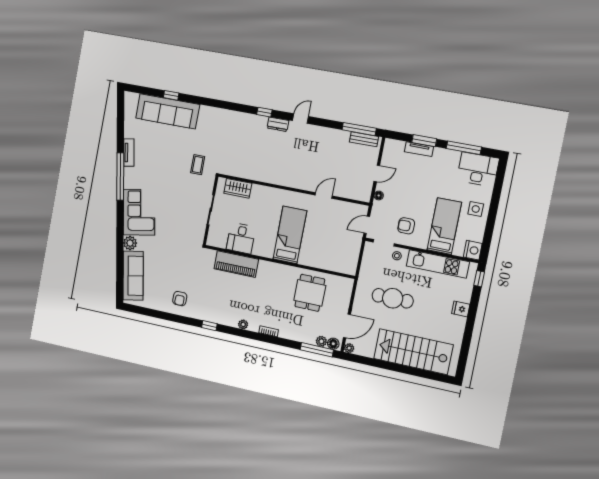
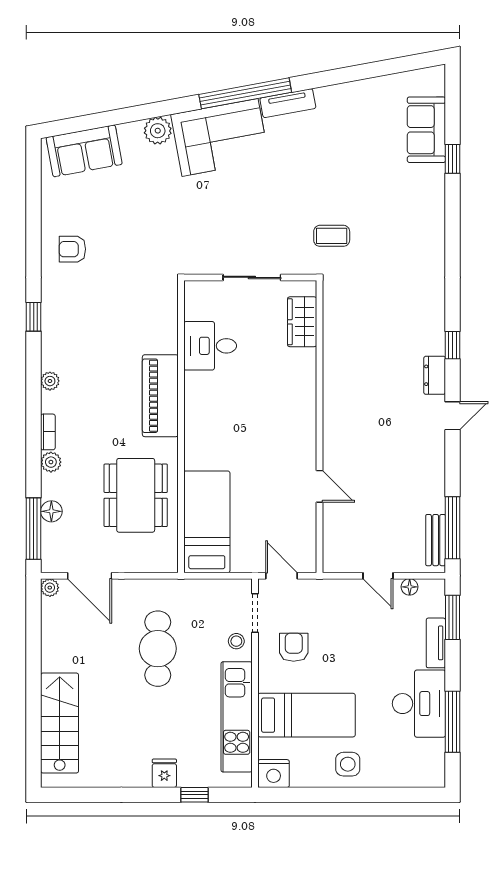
sofa: (168, 111) -> (426, 130), width x0.54, depth x0.79
door: (301, 119) -> (453, 416), hinge flipped
window: (424, 141) -> (453, 617), moved
tv unit: (129, 153) -> (288, 103), moved
desk: (478, 169) -> (419, 704), moved
window: (120, 176) -> (245, 93), moved
floor lamp: (379, 195) -> (410, 587), moved
bed: (290, 235) -> (207, 522), moved, turned -90
piano: (236, 264) -> (160, 396), moved
sofa: (133, 276) -> (84, 151), width x0.73
window: (479, 279) -> (195, 795), moved
dining table: (310, 293) -> (136, 495), width x1.38
plant: (321, 341) -> (51, 462), moved
floor lamp: (333, 344) -> (51, 511), moved
stairs: (413, 352) -> (60, 723), width x0.73, depth x0.66

